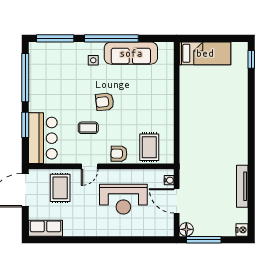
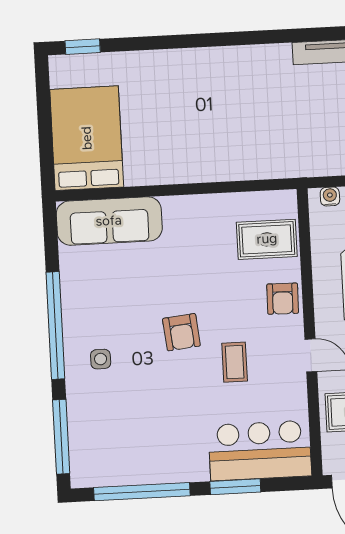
sofa: (131, 53) -> (109, 221), moved, turned 90
bed: (205, 53) -> (87, 138), width x1.50

